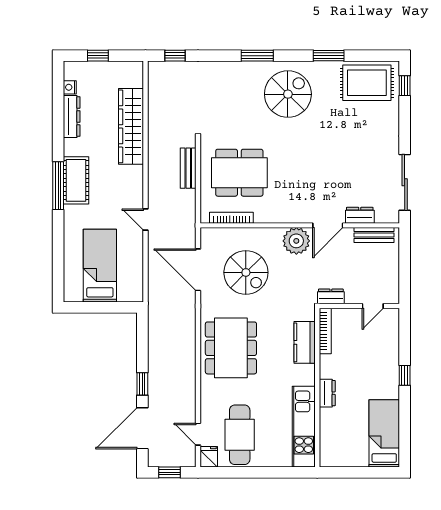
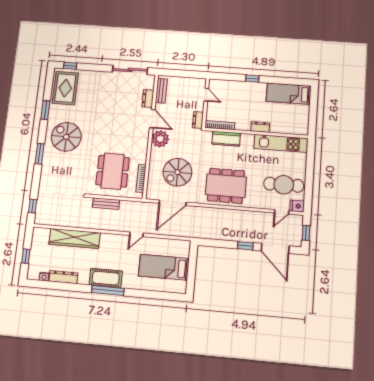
spiral stairs: (246, 272) -> (177, 172), turned 180

